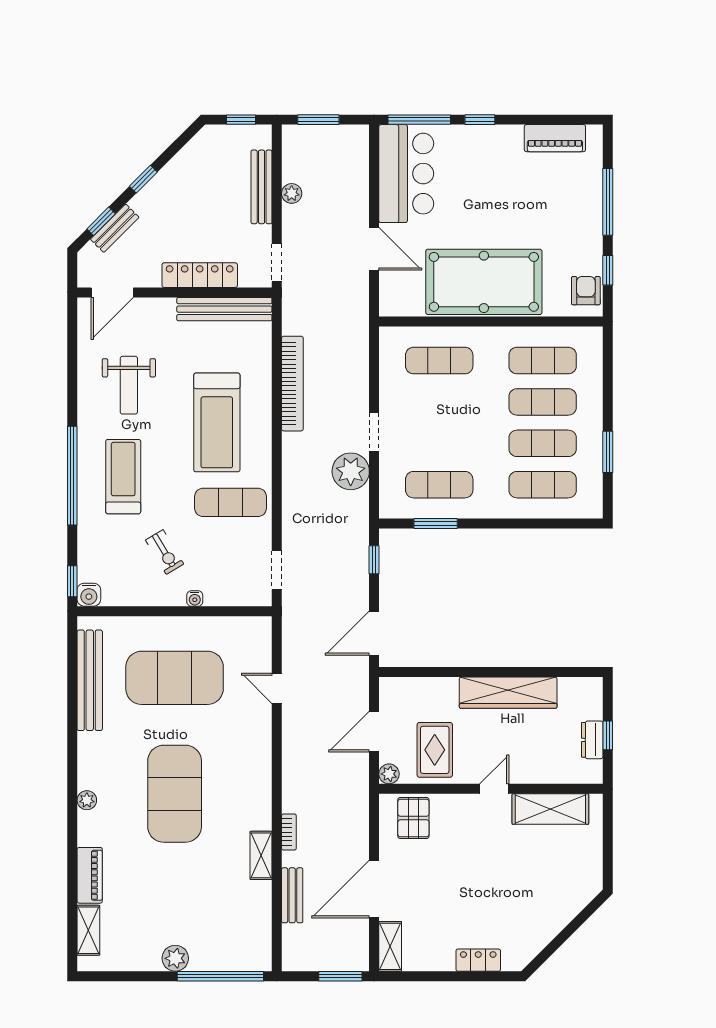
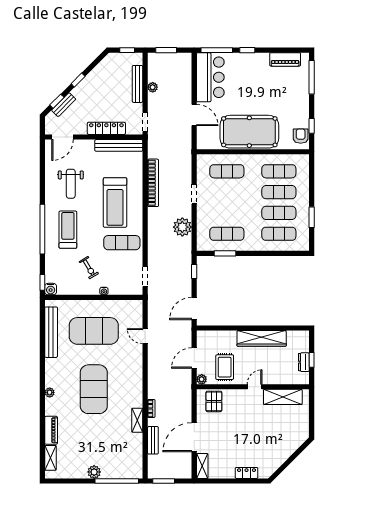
window: (608, 202) -> (312, 77), moved
doorway: (374, 432) -> (194, 194), moved
window: (340, 976) -> (164, 481), moved

